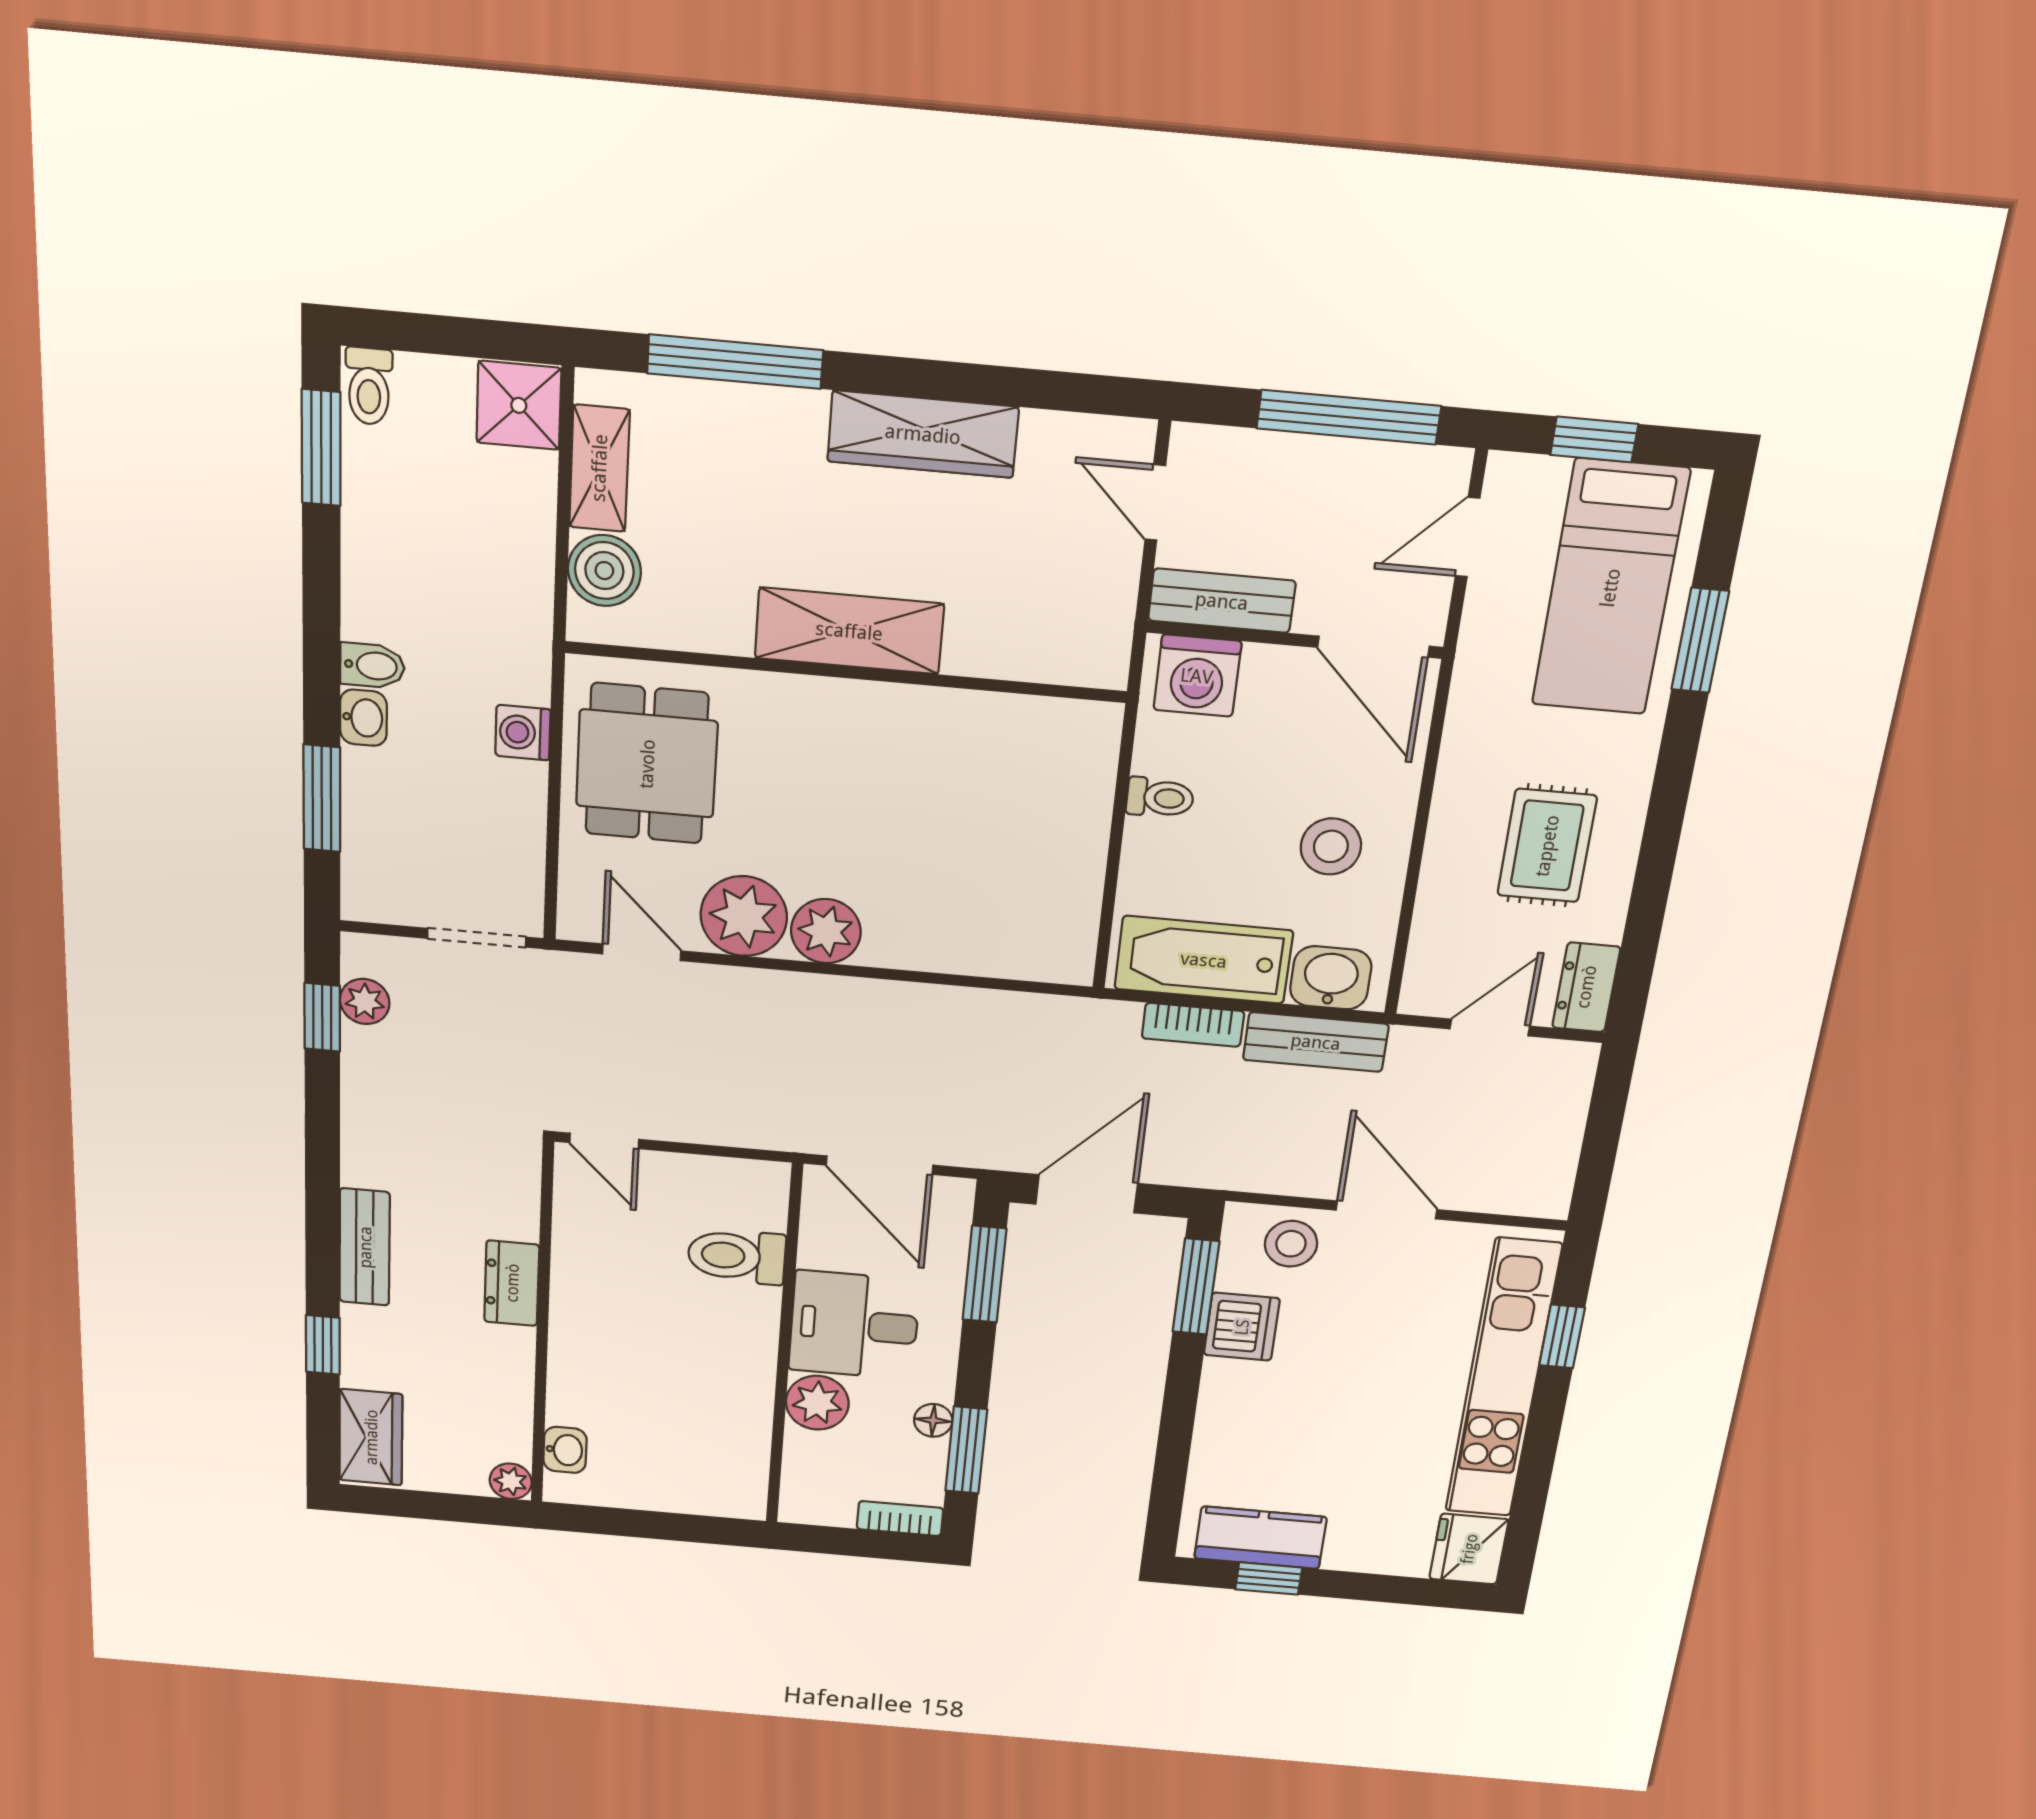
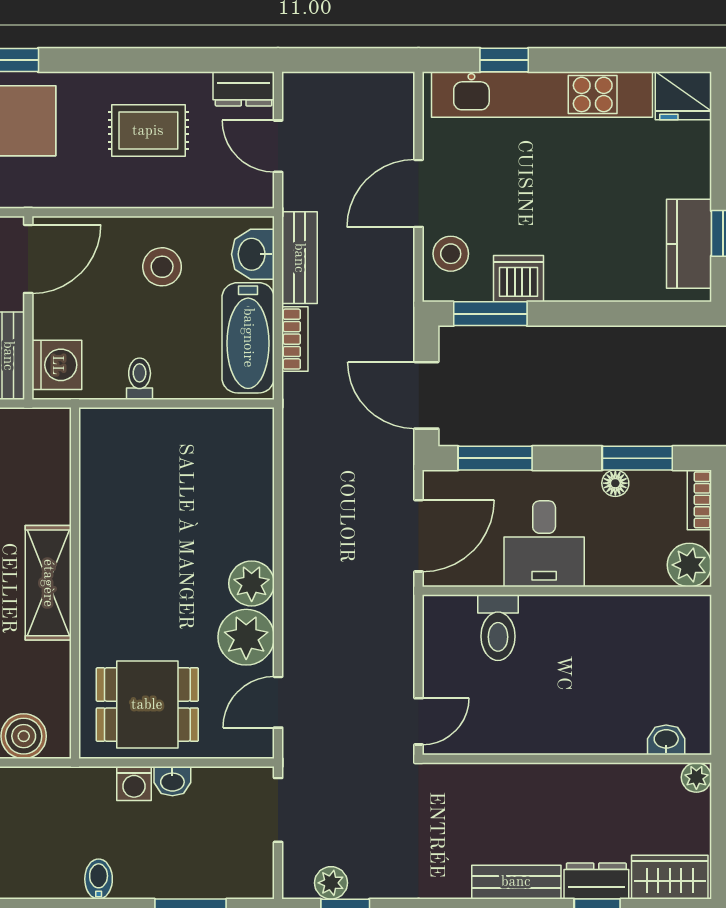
washbasin: (363, 718) -> (172, 781), moved, turned 180
dresser: (512, 1283) -> (596, 881), moved, turned 180
plant: (817, 1403) -> (689, 565), moved

